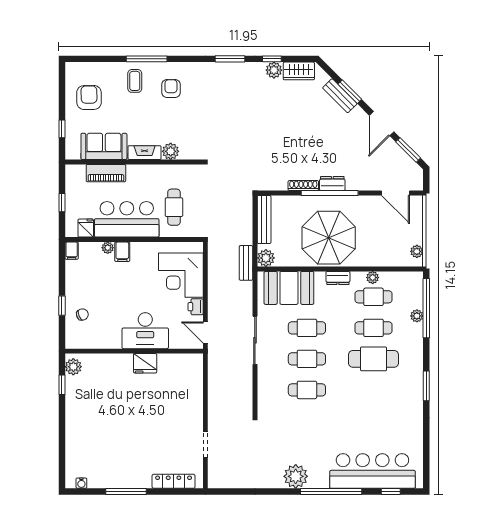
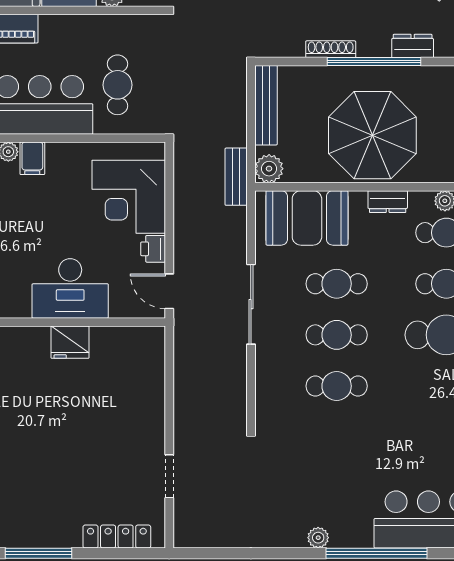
dresser: (332, 184) -> (413, 46), moved
plant: (296, 476) -> (318, 538), width x0.53, depth x0.53

